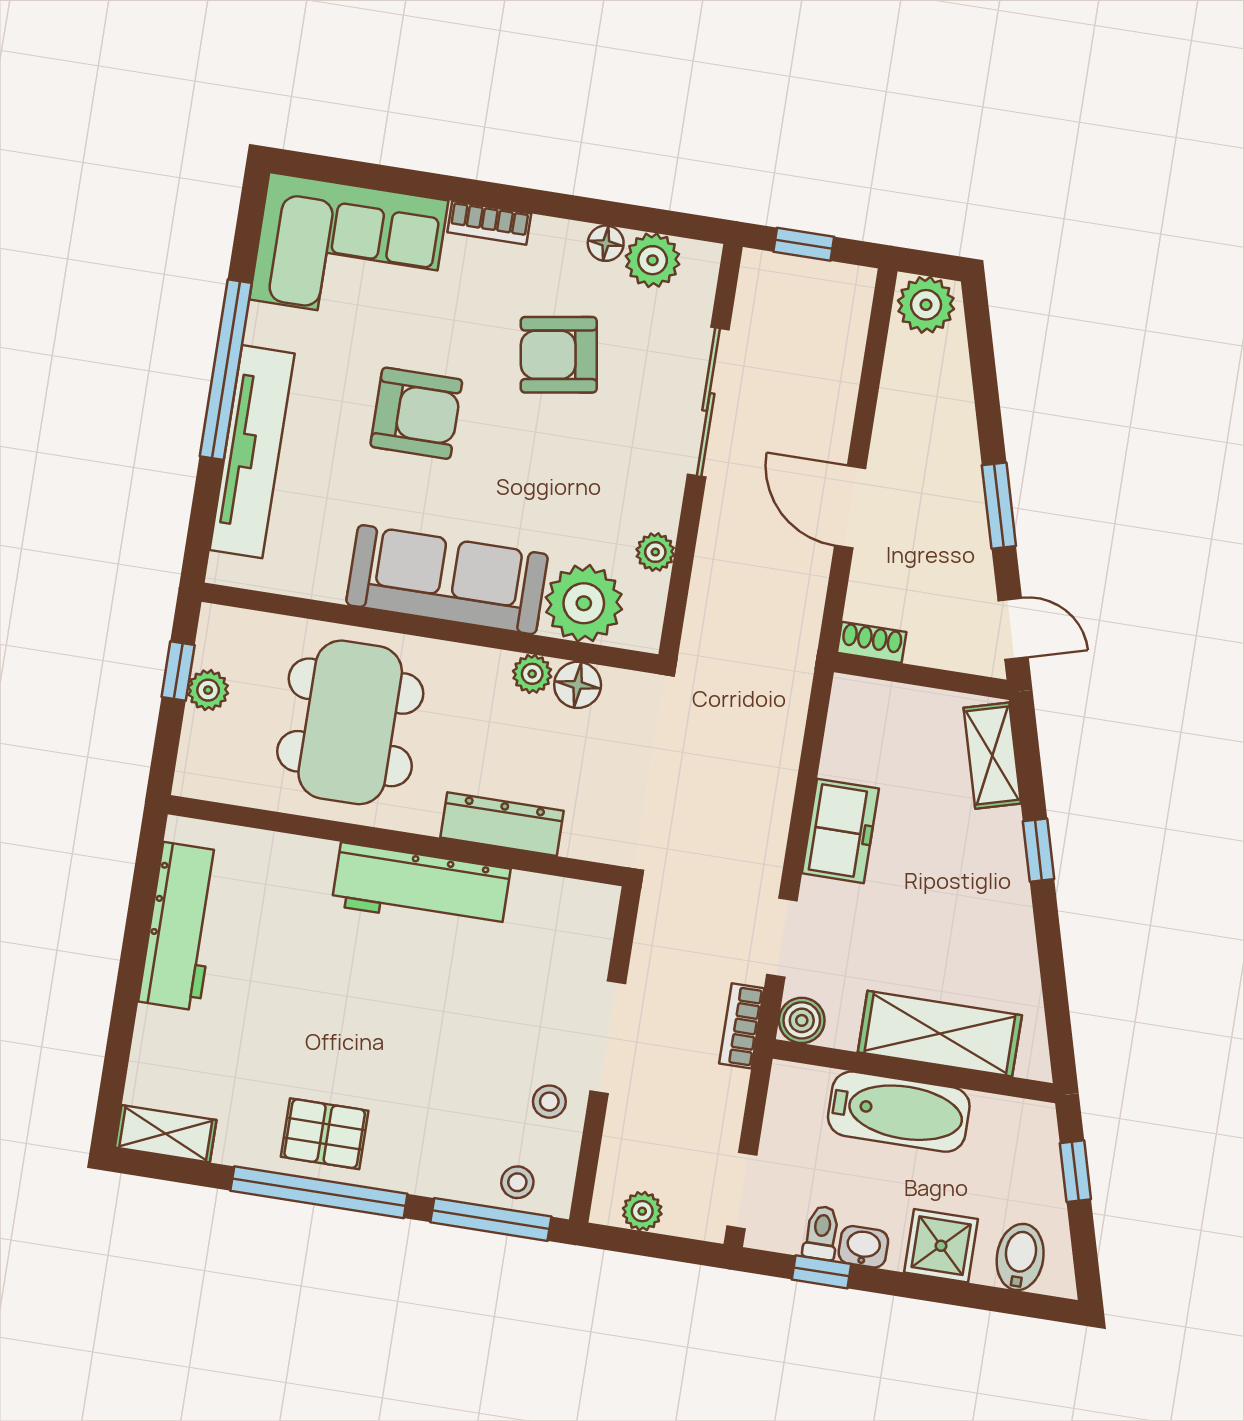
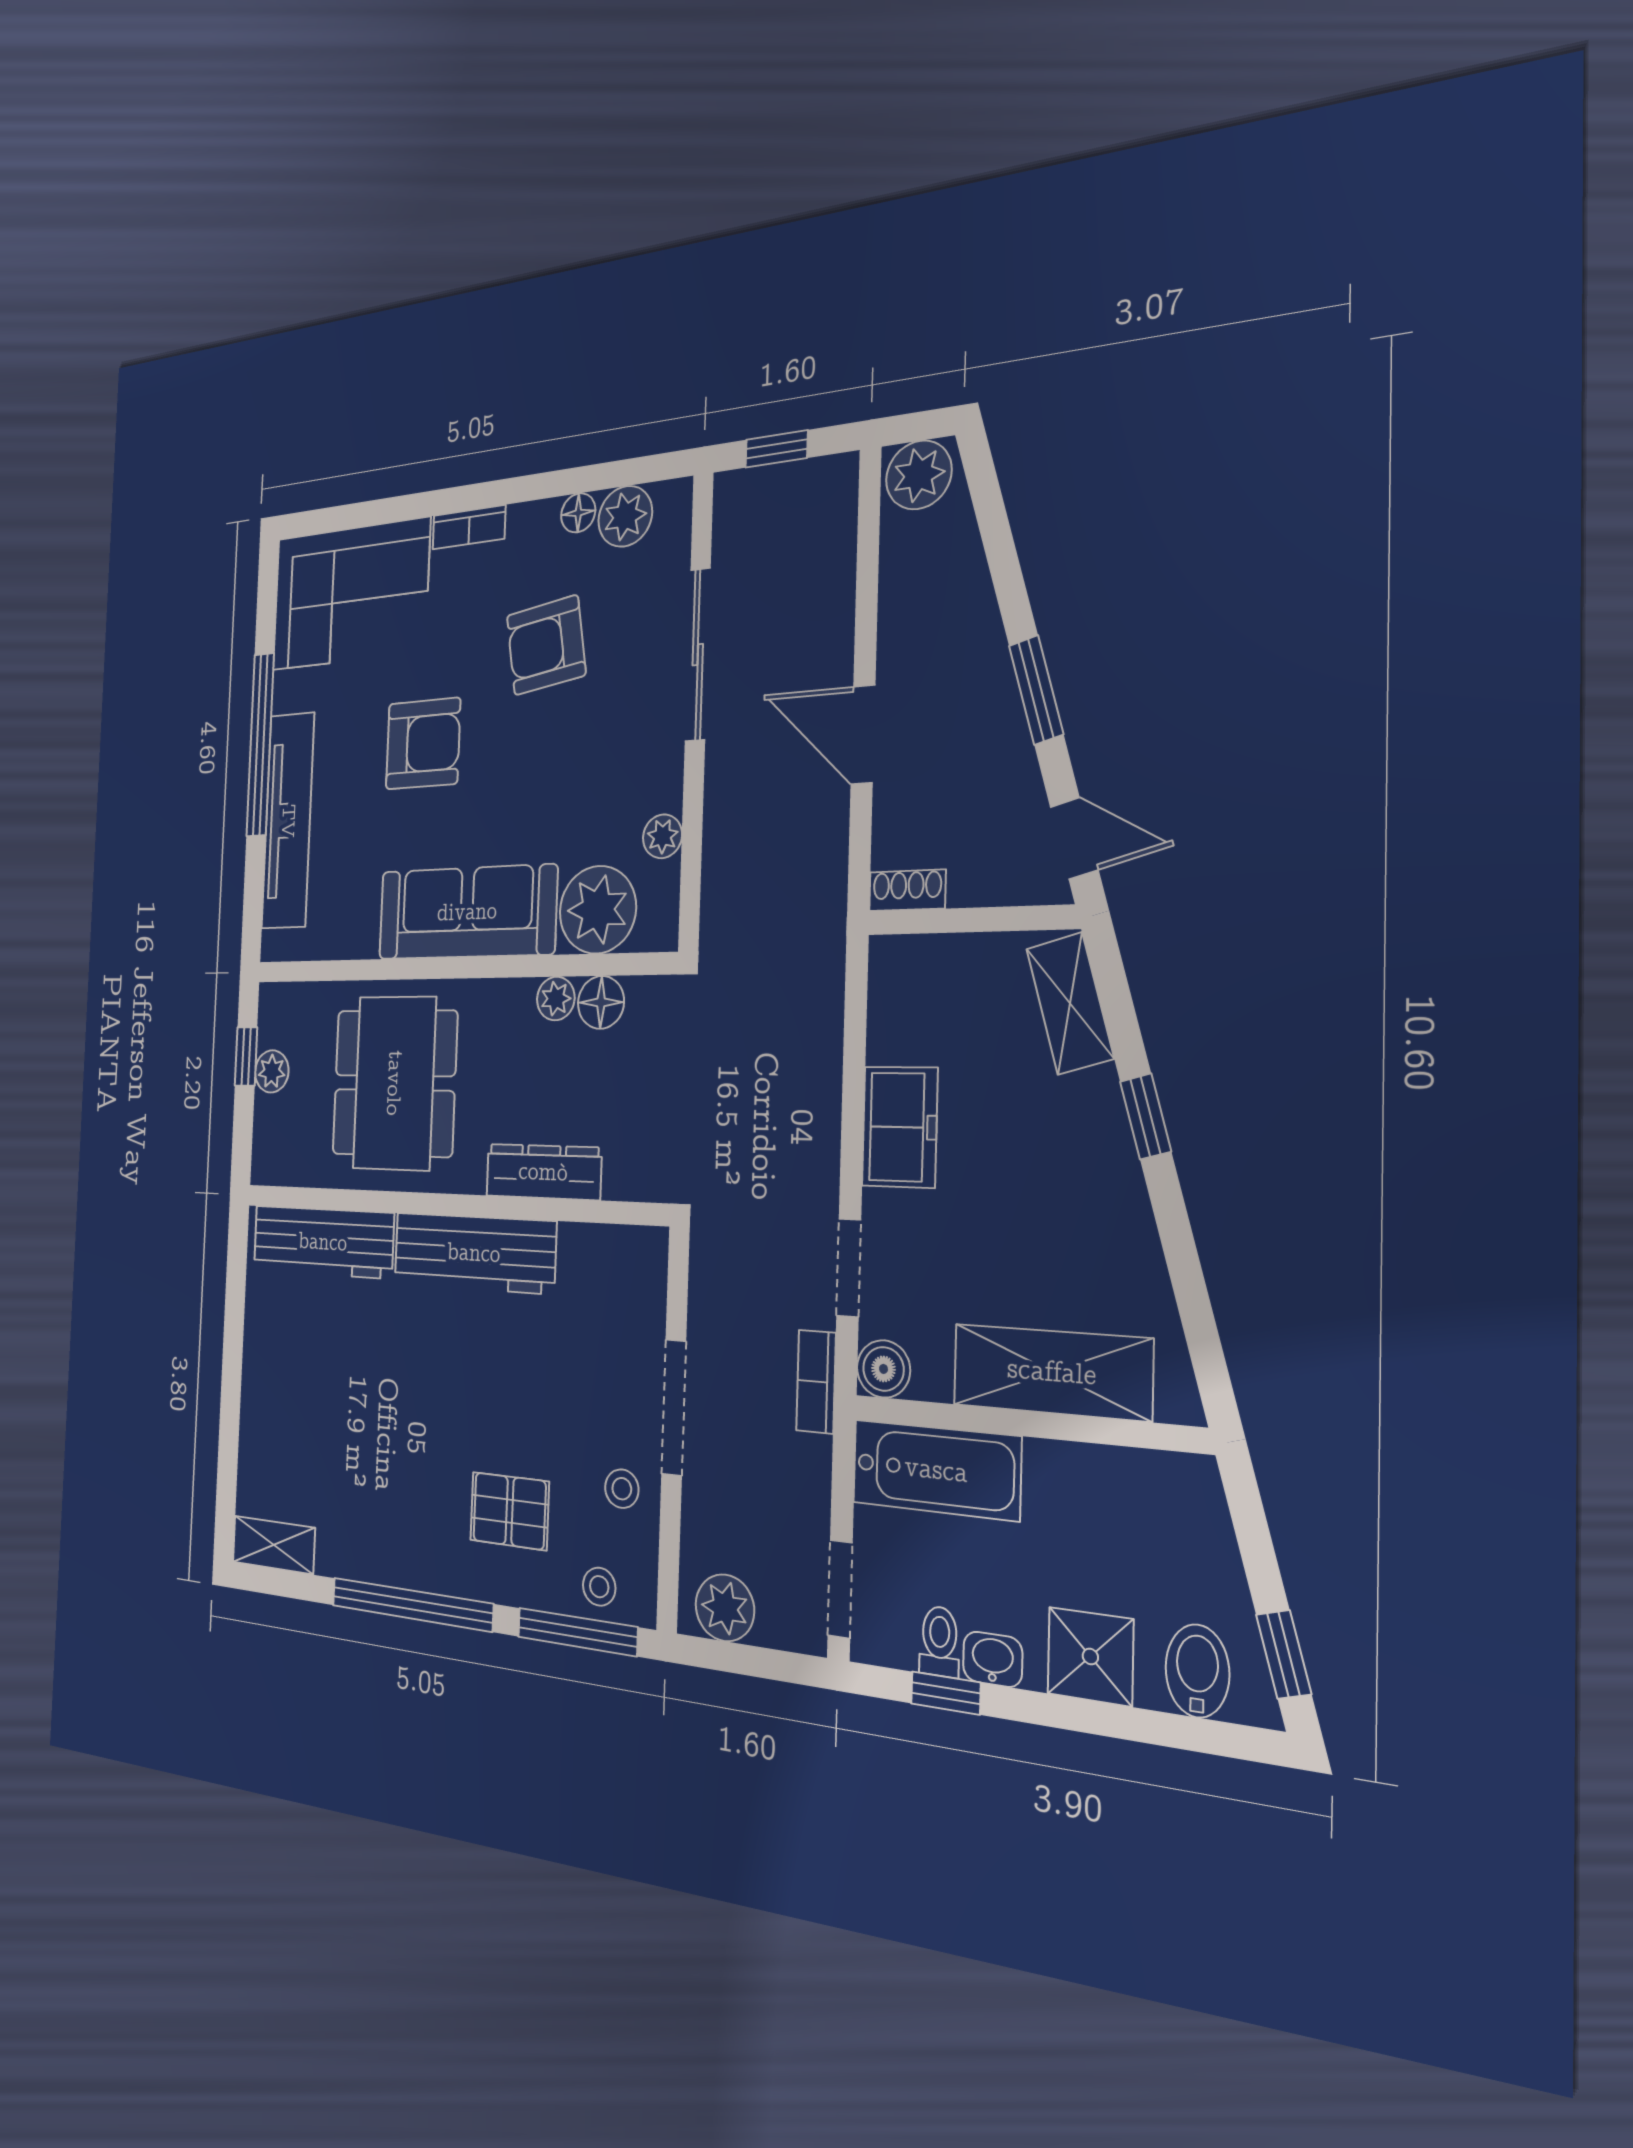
workbench: (181, 926) -> (323, 1242), moved, turned 90
bathtub: (899, 1112) -> (936, 1470), moved
pallet: (325, 1134) -> (510, 1511), moved
window: (1075, 1171) -> (1284, 1654), moved
plant: (642, 1211) -> (725, 1608), width x1.38, depth x1.38

